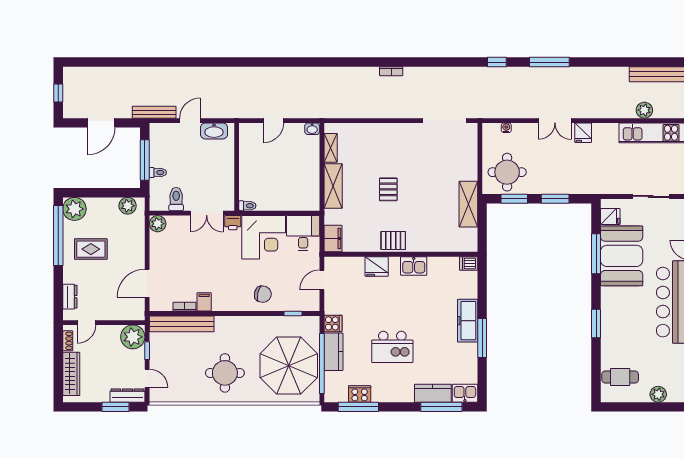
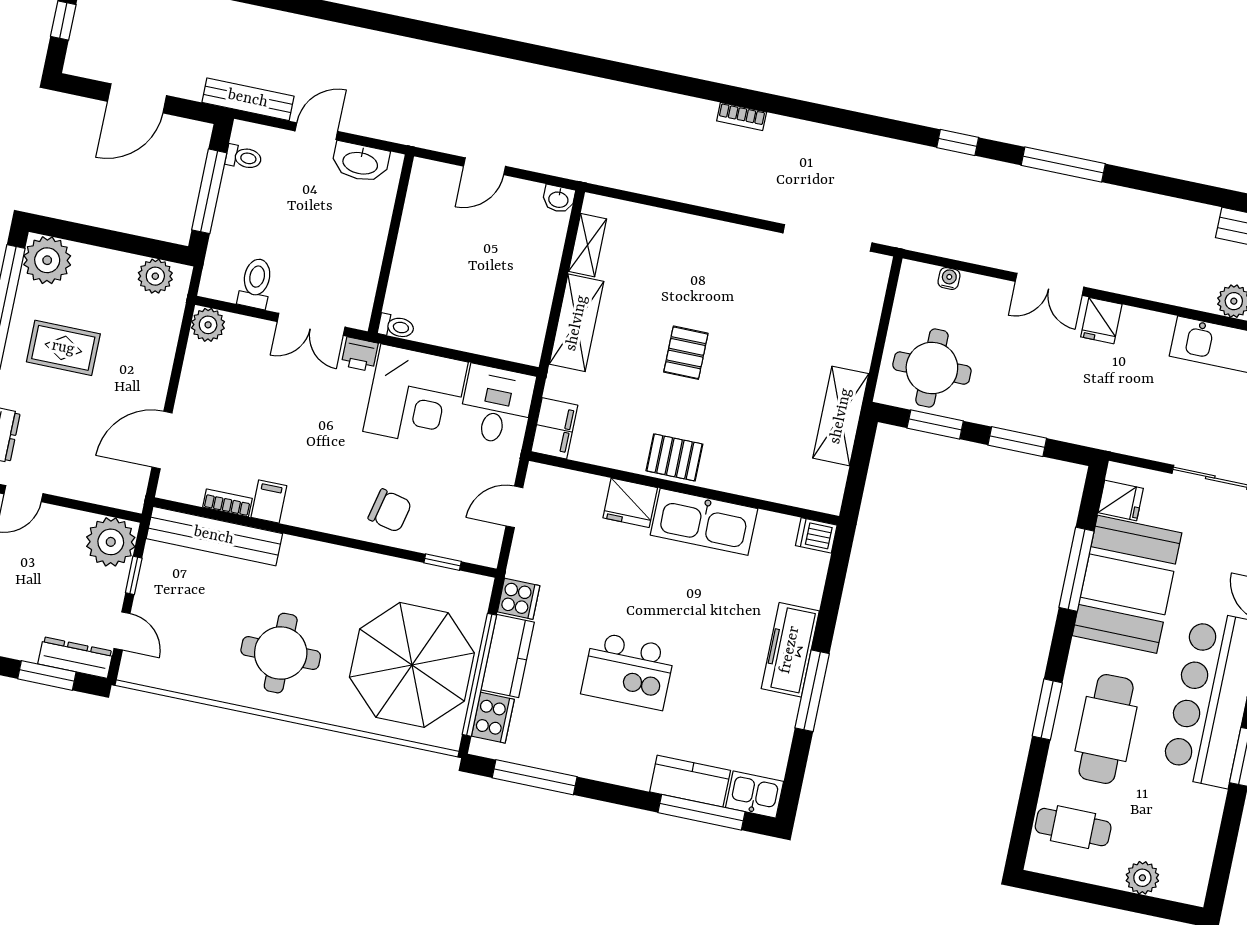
toilet: (158, 173) -> (244, 157), moved
kitchen sink: (414, 266) -> (704, 522), width x1.88, depth x1.24
cafe table: (626, 327) -> (1106, 729), added
cooker: (360, 394) -> (493, 718), moved, turned 90

